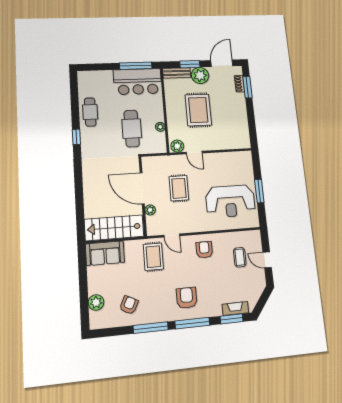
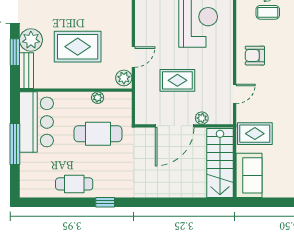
window: (136, 66) -> (15, 144), moved
rug: (153, 257) -> (255, 134), moved

